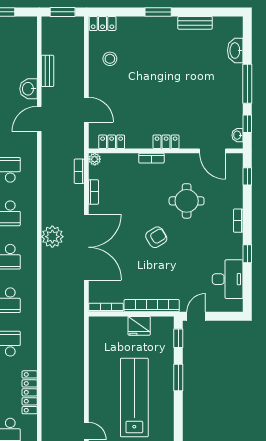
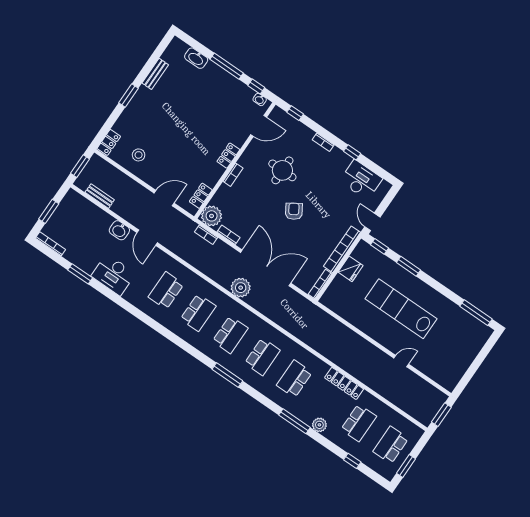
bench: (47, 71) -> (100, 196), moved
plant: (95, 159) -> (212, 216), width x1.87, depth x1.87

